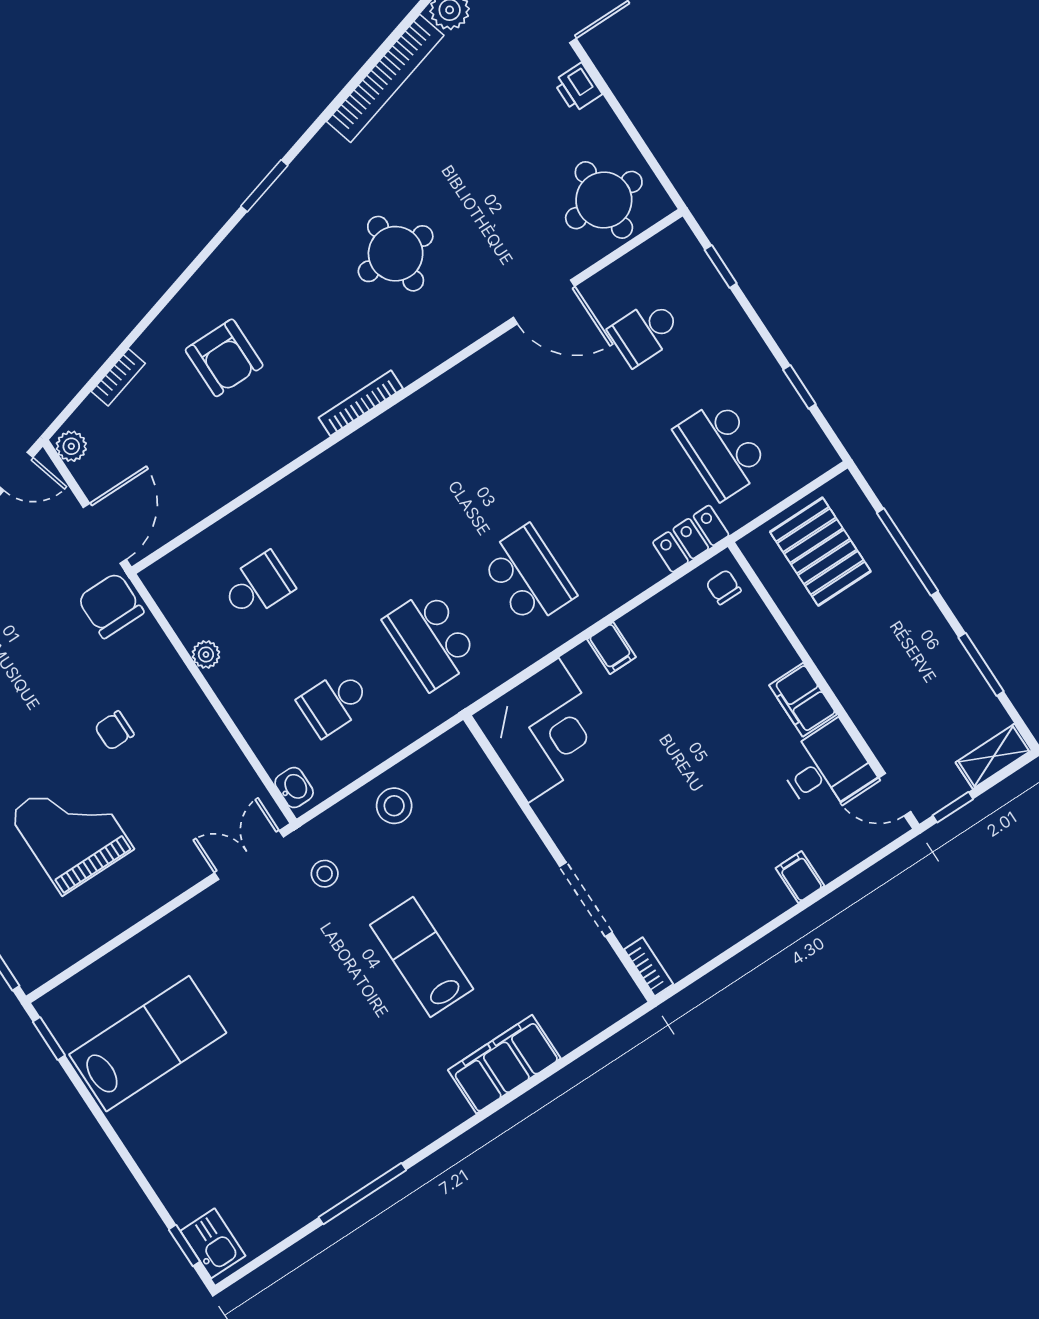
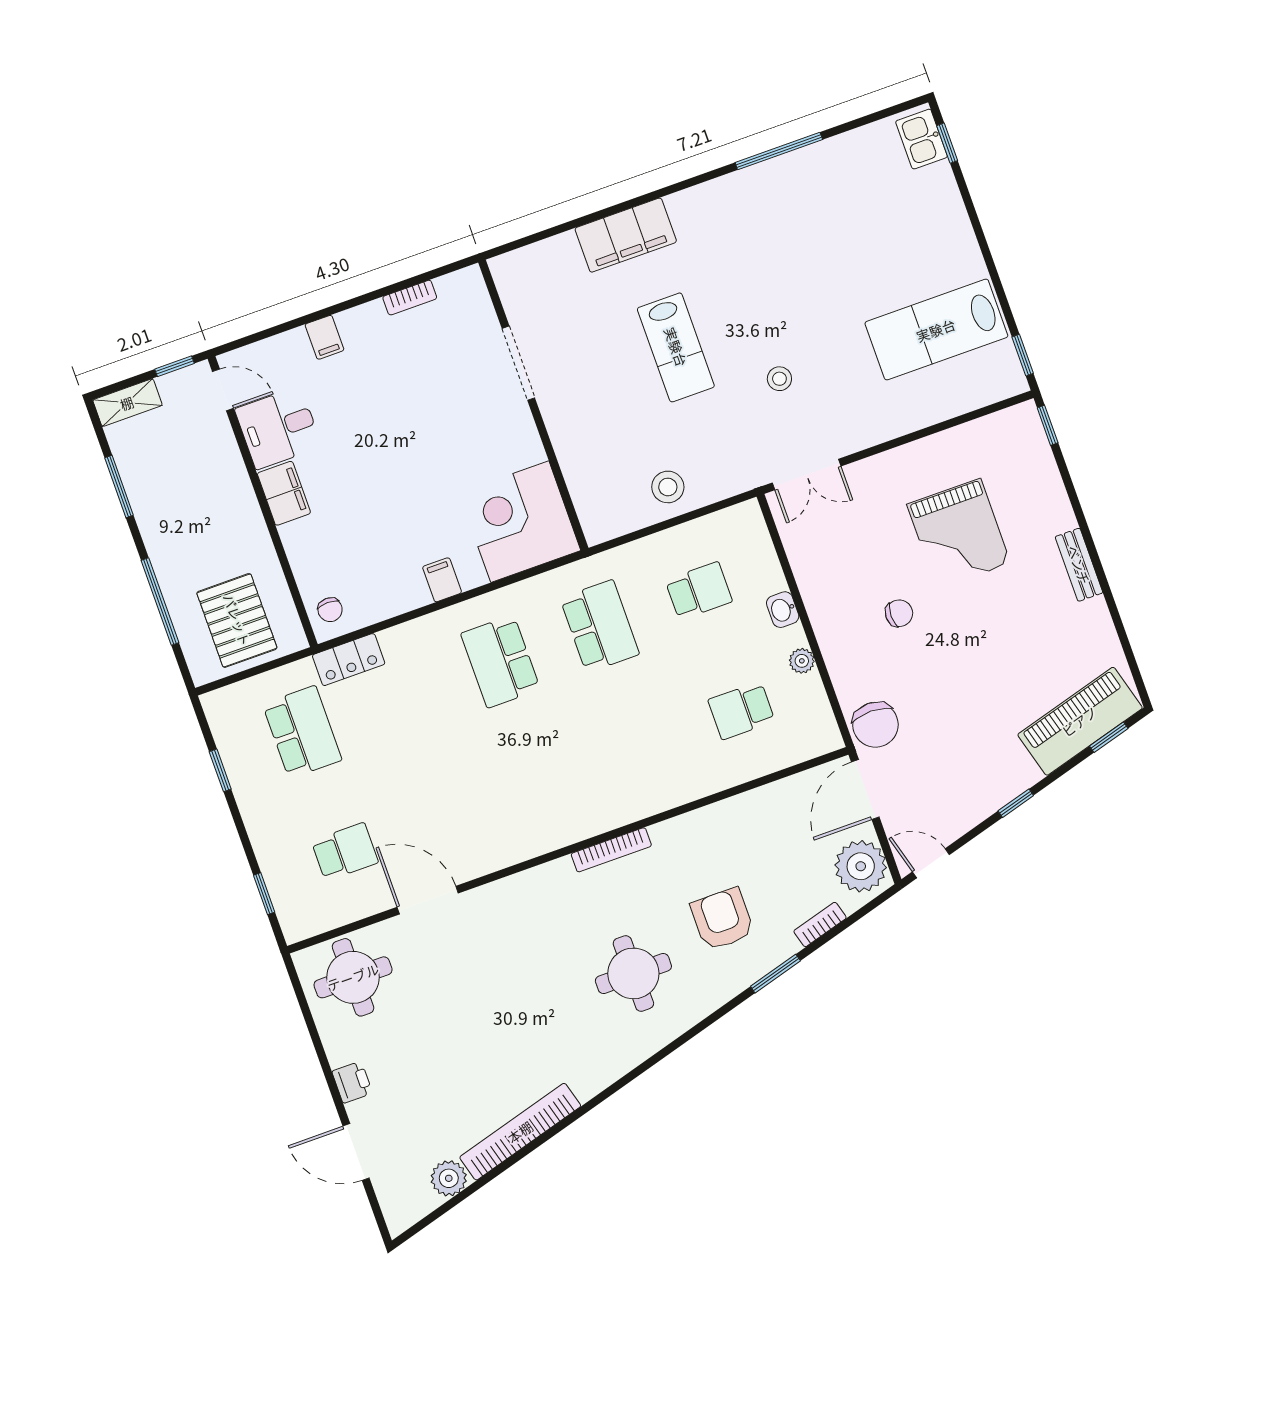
window: (264, 186) -> (775, 974), moved
round table: (396, 254) -> (633, 973), moved
plant: (71, 446) -> (861, 866), width x1.87, depth x1.87
washbasin: (294, 787) -> (783, 610), moved
stool: (325, 874) -> (779, 379), moved
bookcase: (649, 967) -> (410, 298), moved, turned -90

